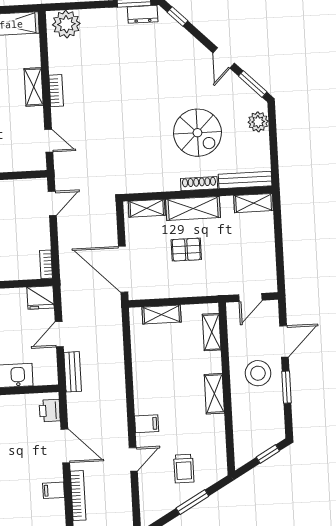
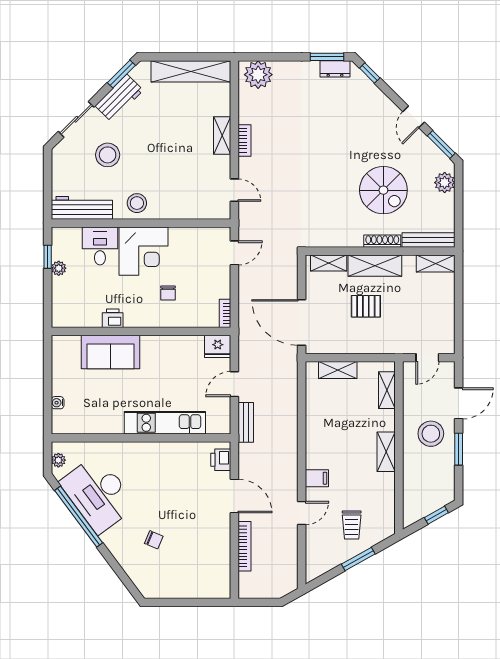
filing cabinet: (54, 490) -> (220, 540), removed

